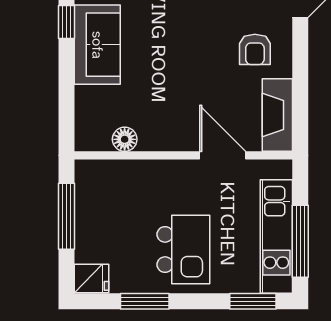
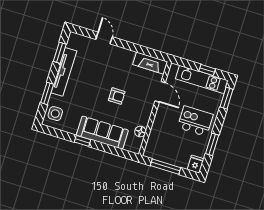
sofa: (97, 45) -> (102, 133), width x1.36
armchair: (255, 49) -> (117, 96), moved
door: (223, 155) -> (160, 92), swing flipped
window: (300, 241) -> (207, 70), width x0.46

